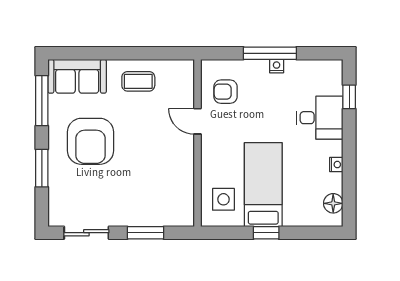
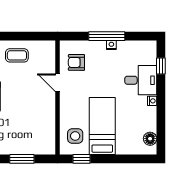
nightstand: (336, 165) -> (152, 101), moved
window: (266, 233) -> (82, 159), moved

